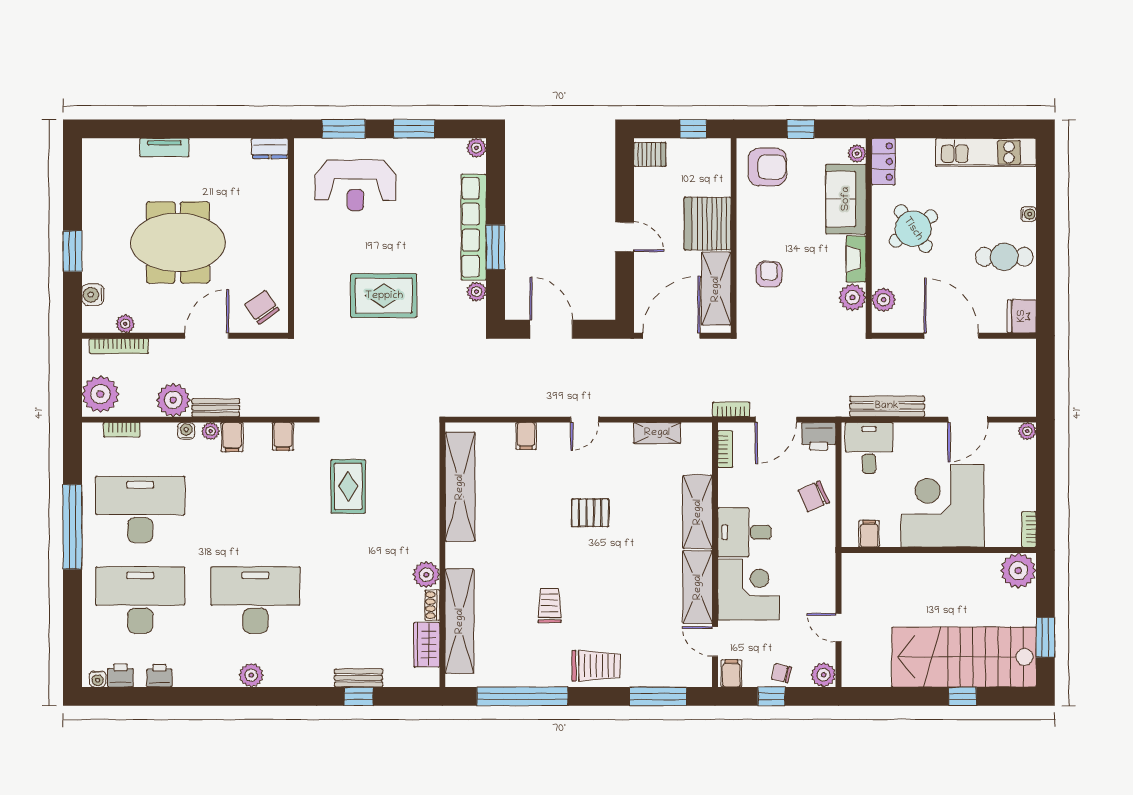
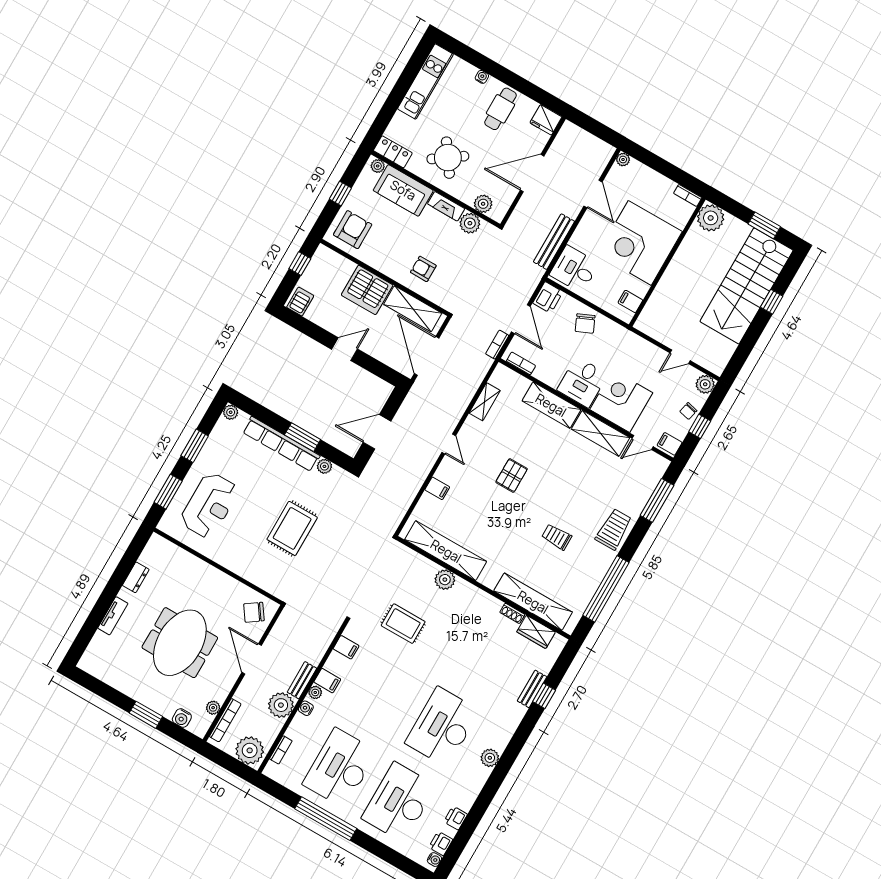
dresser: (270, 148) -> (136, 577), moved
plant: (426, 575) -> (445, 580), moved

